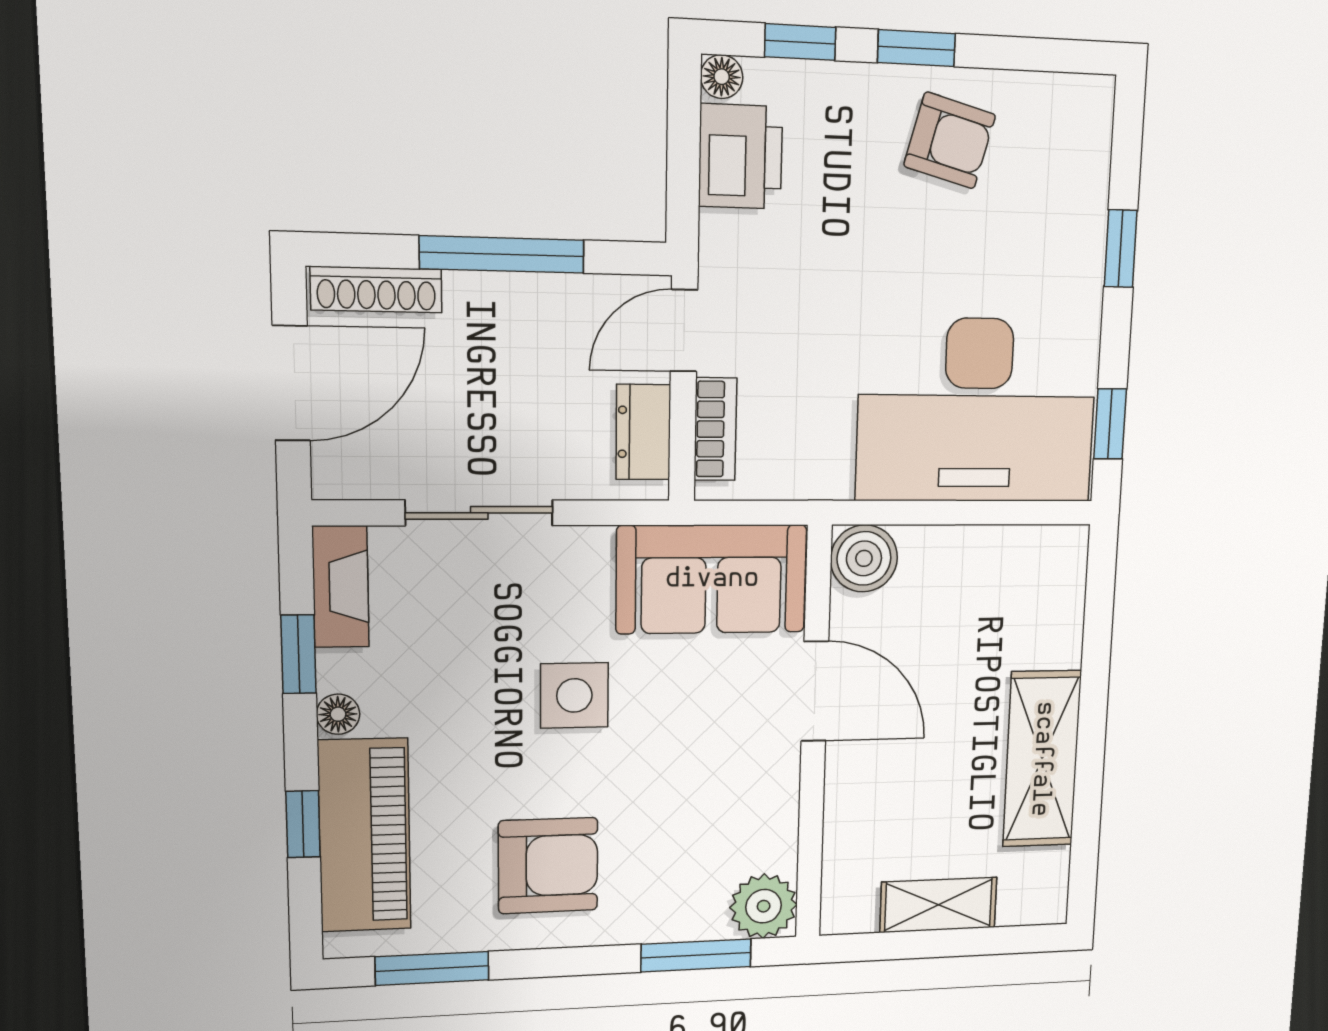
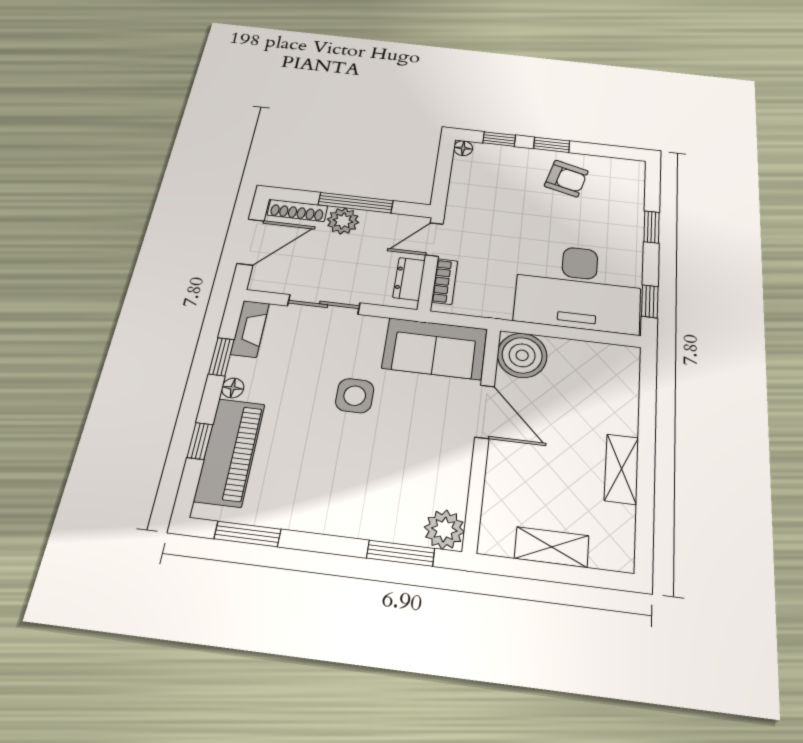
printer: (740, 157) -> (468, 177), removed
plant: (482, 306) -> (343, 221), added
boiler: (864, 558) -> (522, 355), width x1.37, depth x1.37
shelving: (1042, 759) -> (622, 469), width x0.67, depth x0.75
armchair: (548, 866) -> (324, 485), removed

